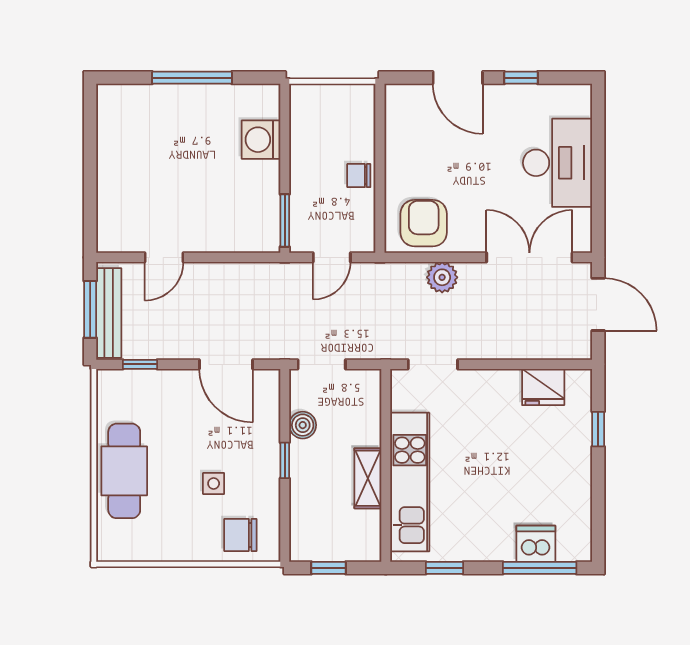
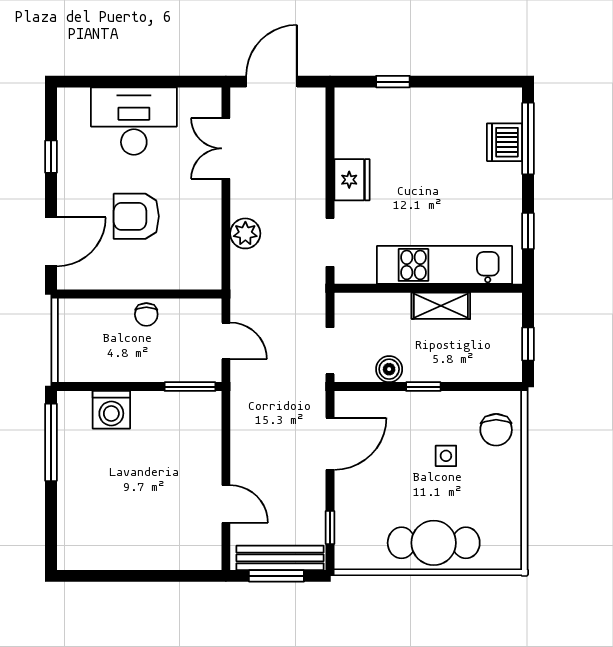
window: (192, 78) -> (51, 442), moved
door: (458, 78) -> (51, 242), moved
armchair: (424, 223) -> (136, 216), moved
double door: (529, 257) -> (226, 148), width x0.73
fridge: (543, 387) -> (352, 180), moved

